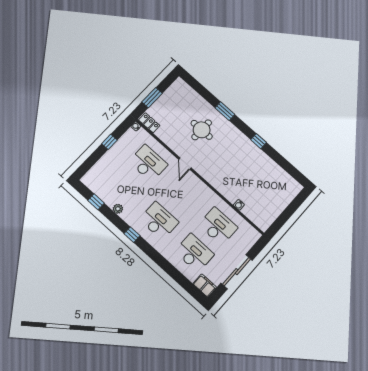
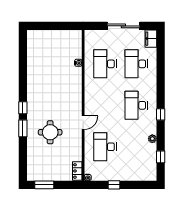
window: (152, 98) -> (44, 185), moved
window: (259, 141) -> (23, 108), moved

